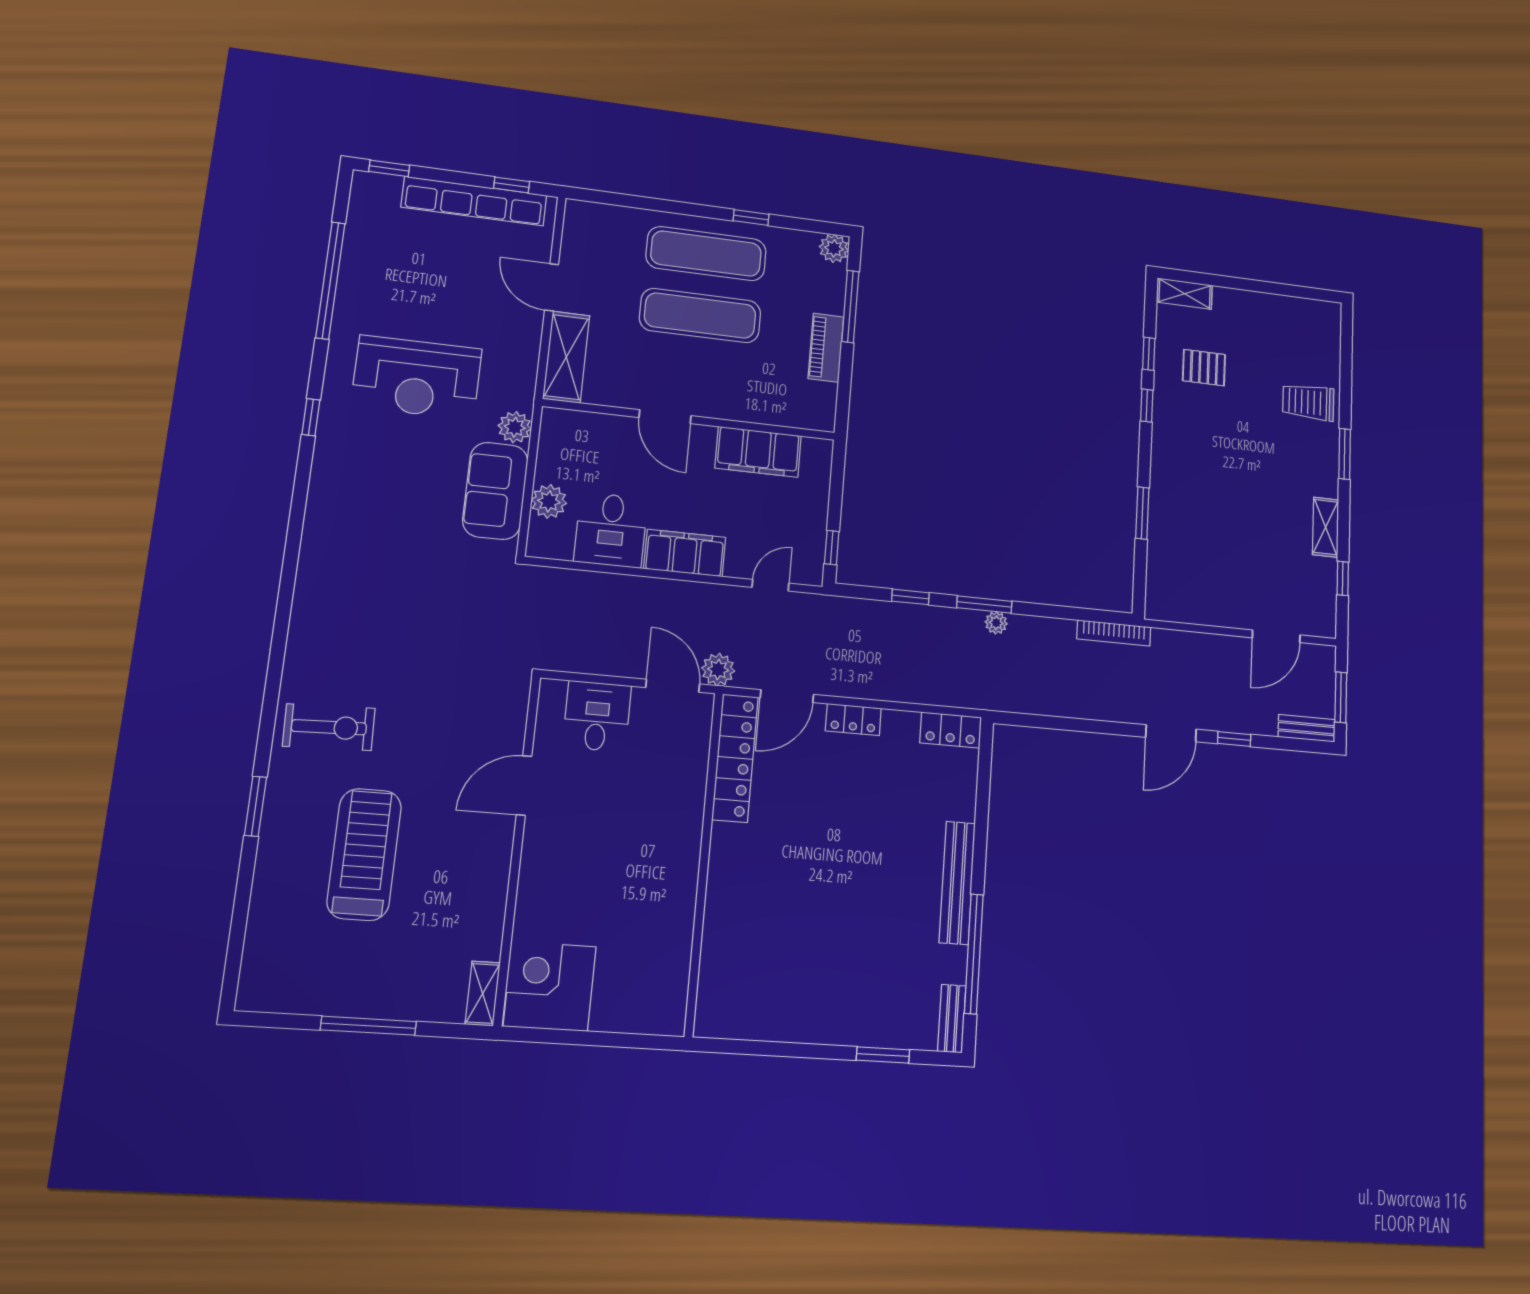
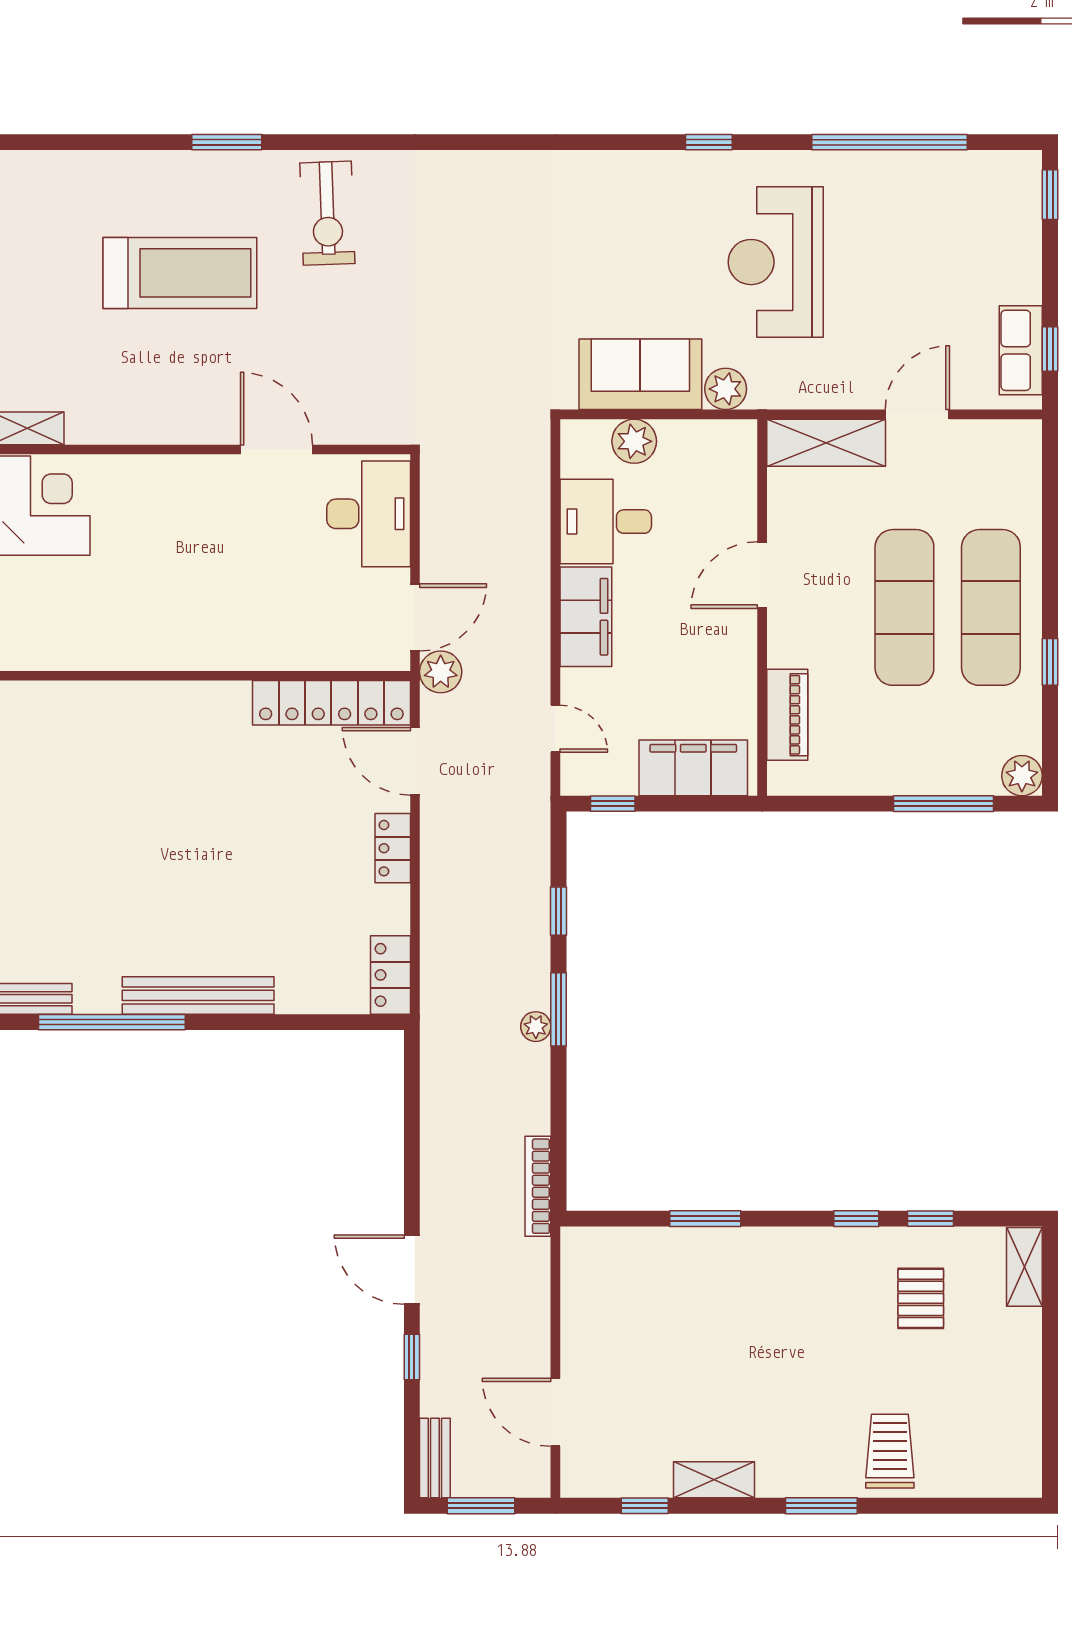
row of seats: (474, 201) -> (1021, 350), width x0.50
piano: (826, 348) -> (787, 715), moved, turned 90
filing cabinet: (758, 452) -> (693, 768), moved, turned 90
desk: (597, 716) -> (369, 514), width x1.37

